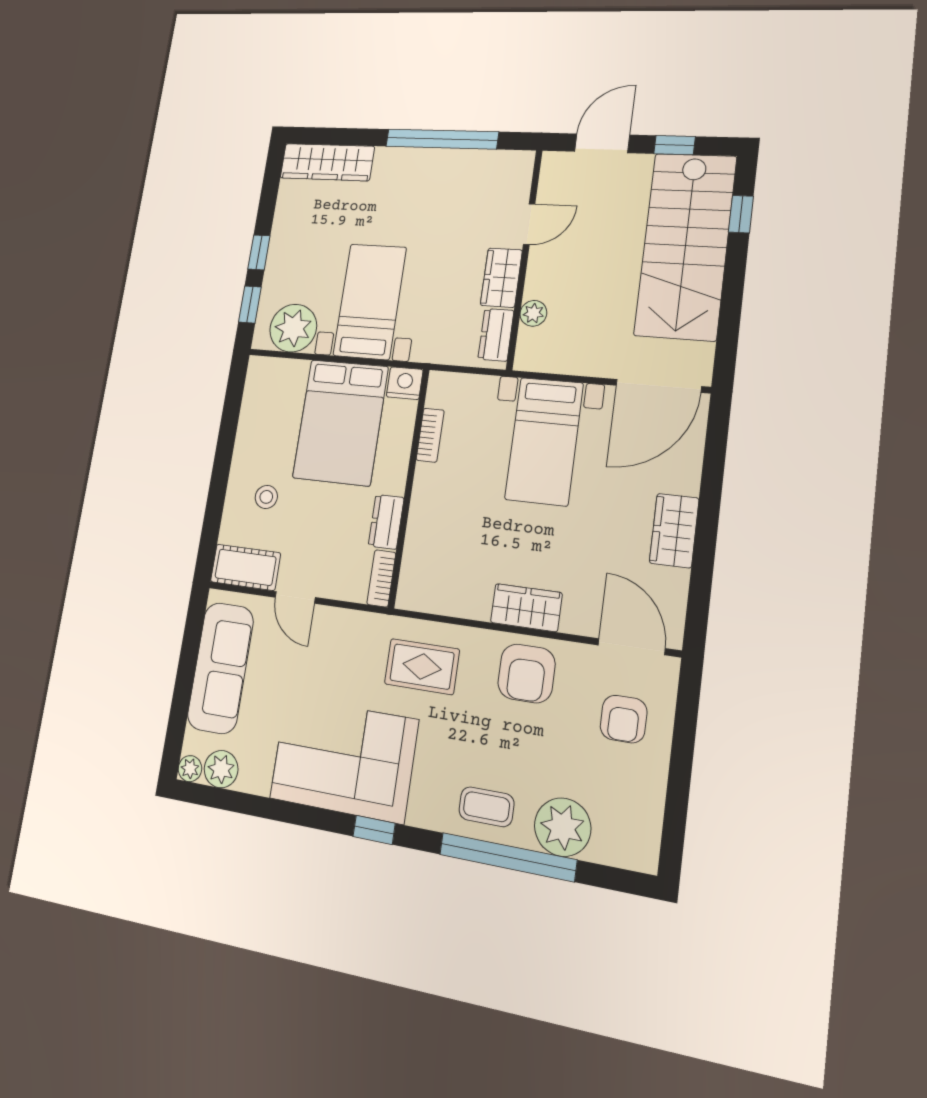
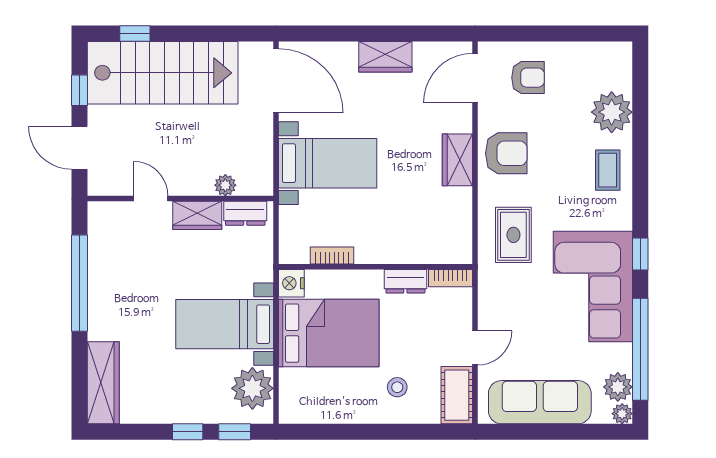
window: (508, 857) -> (640, 349), moved

